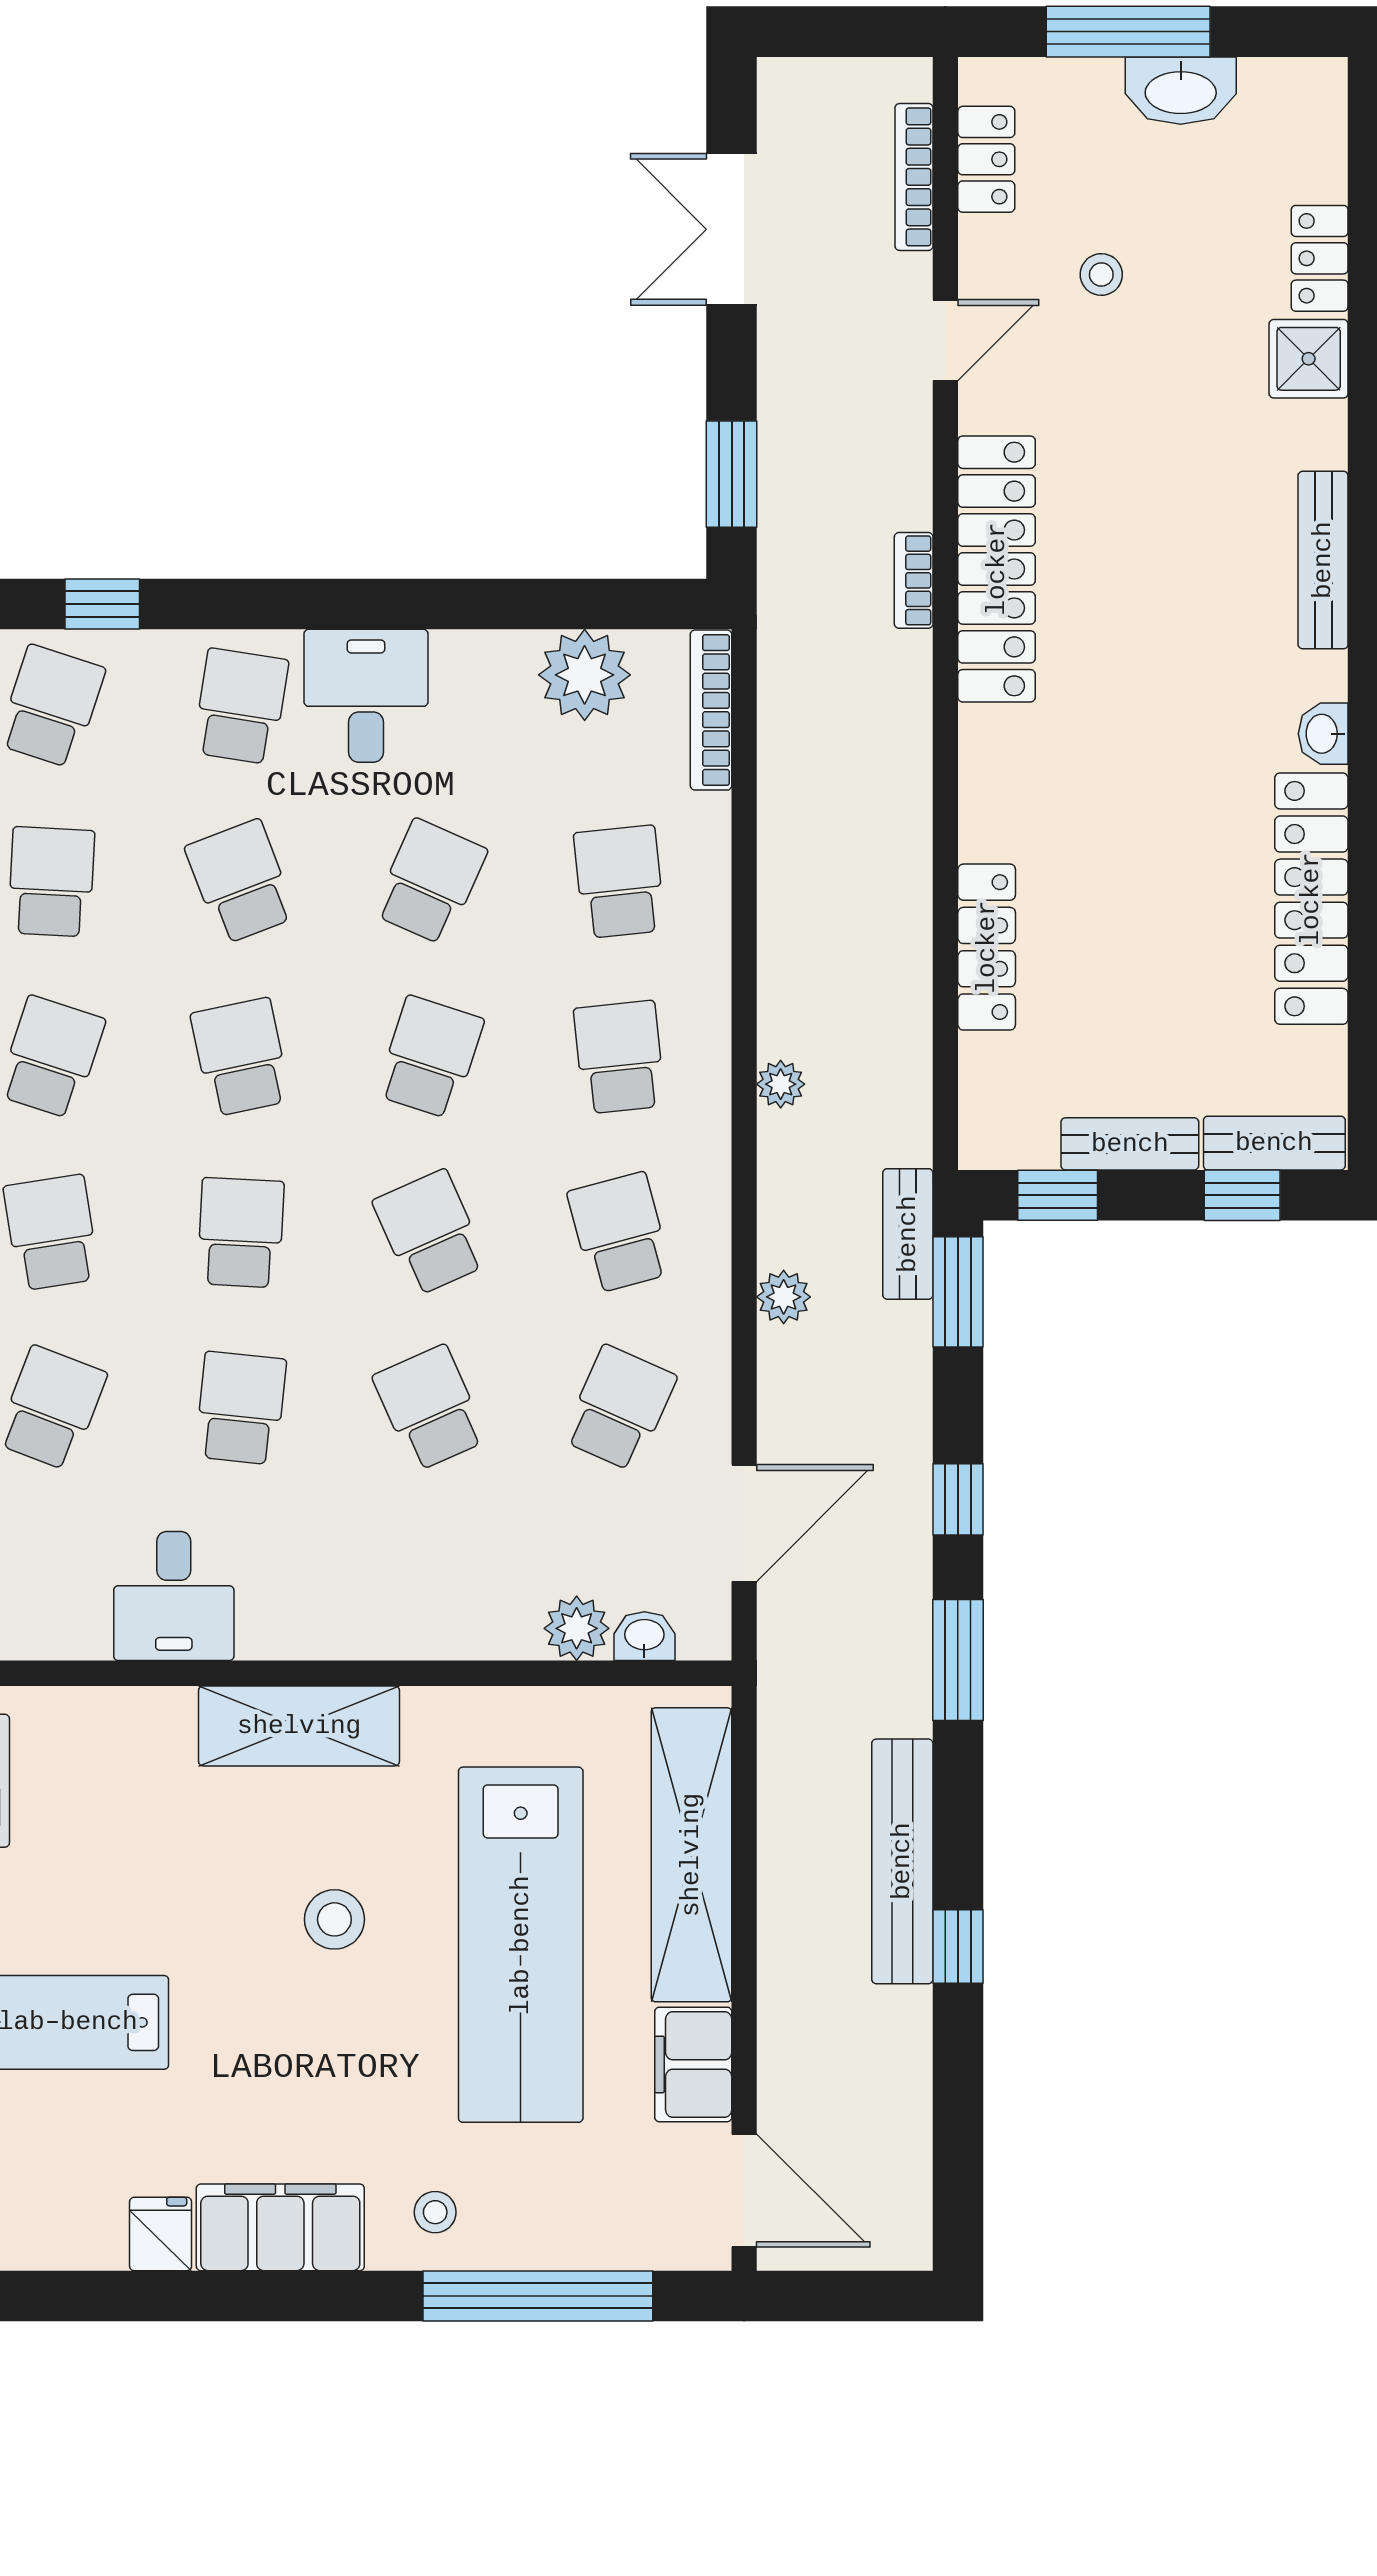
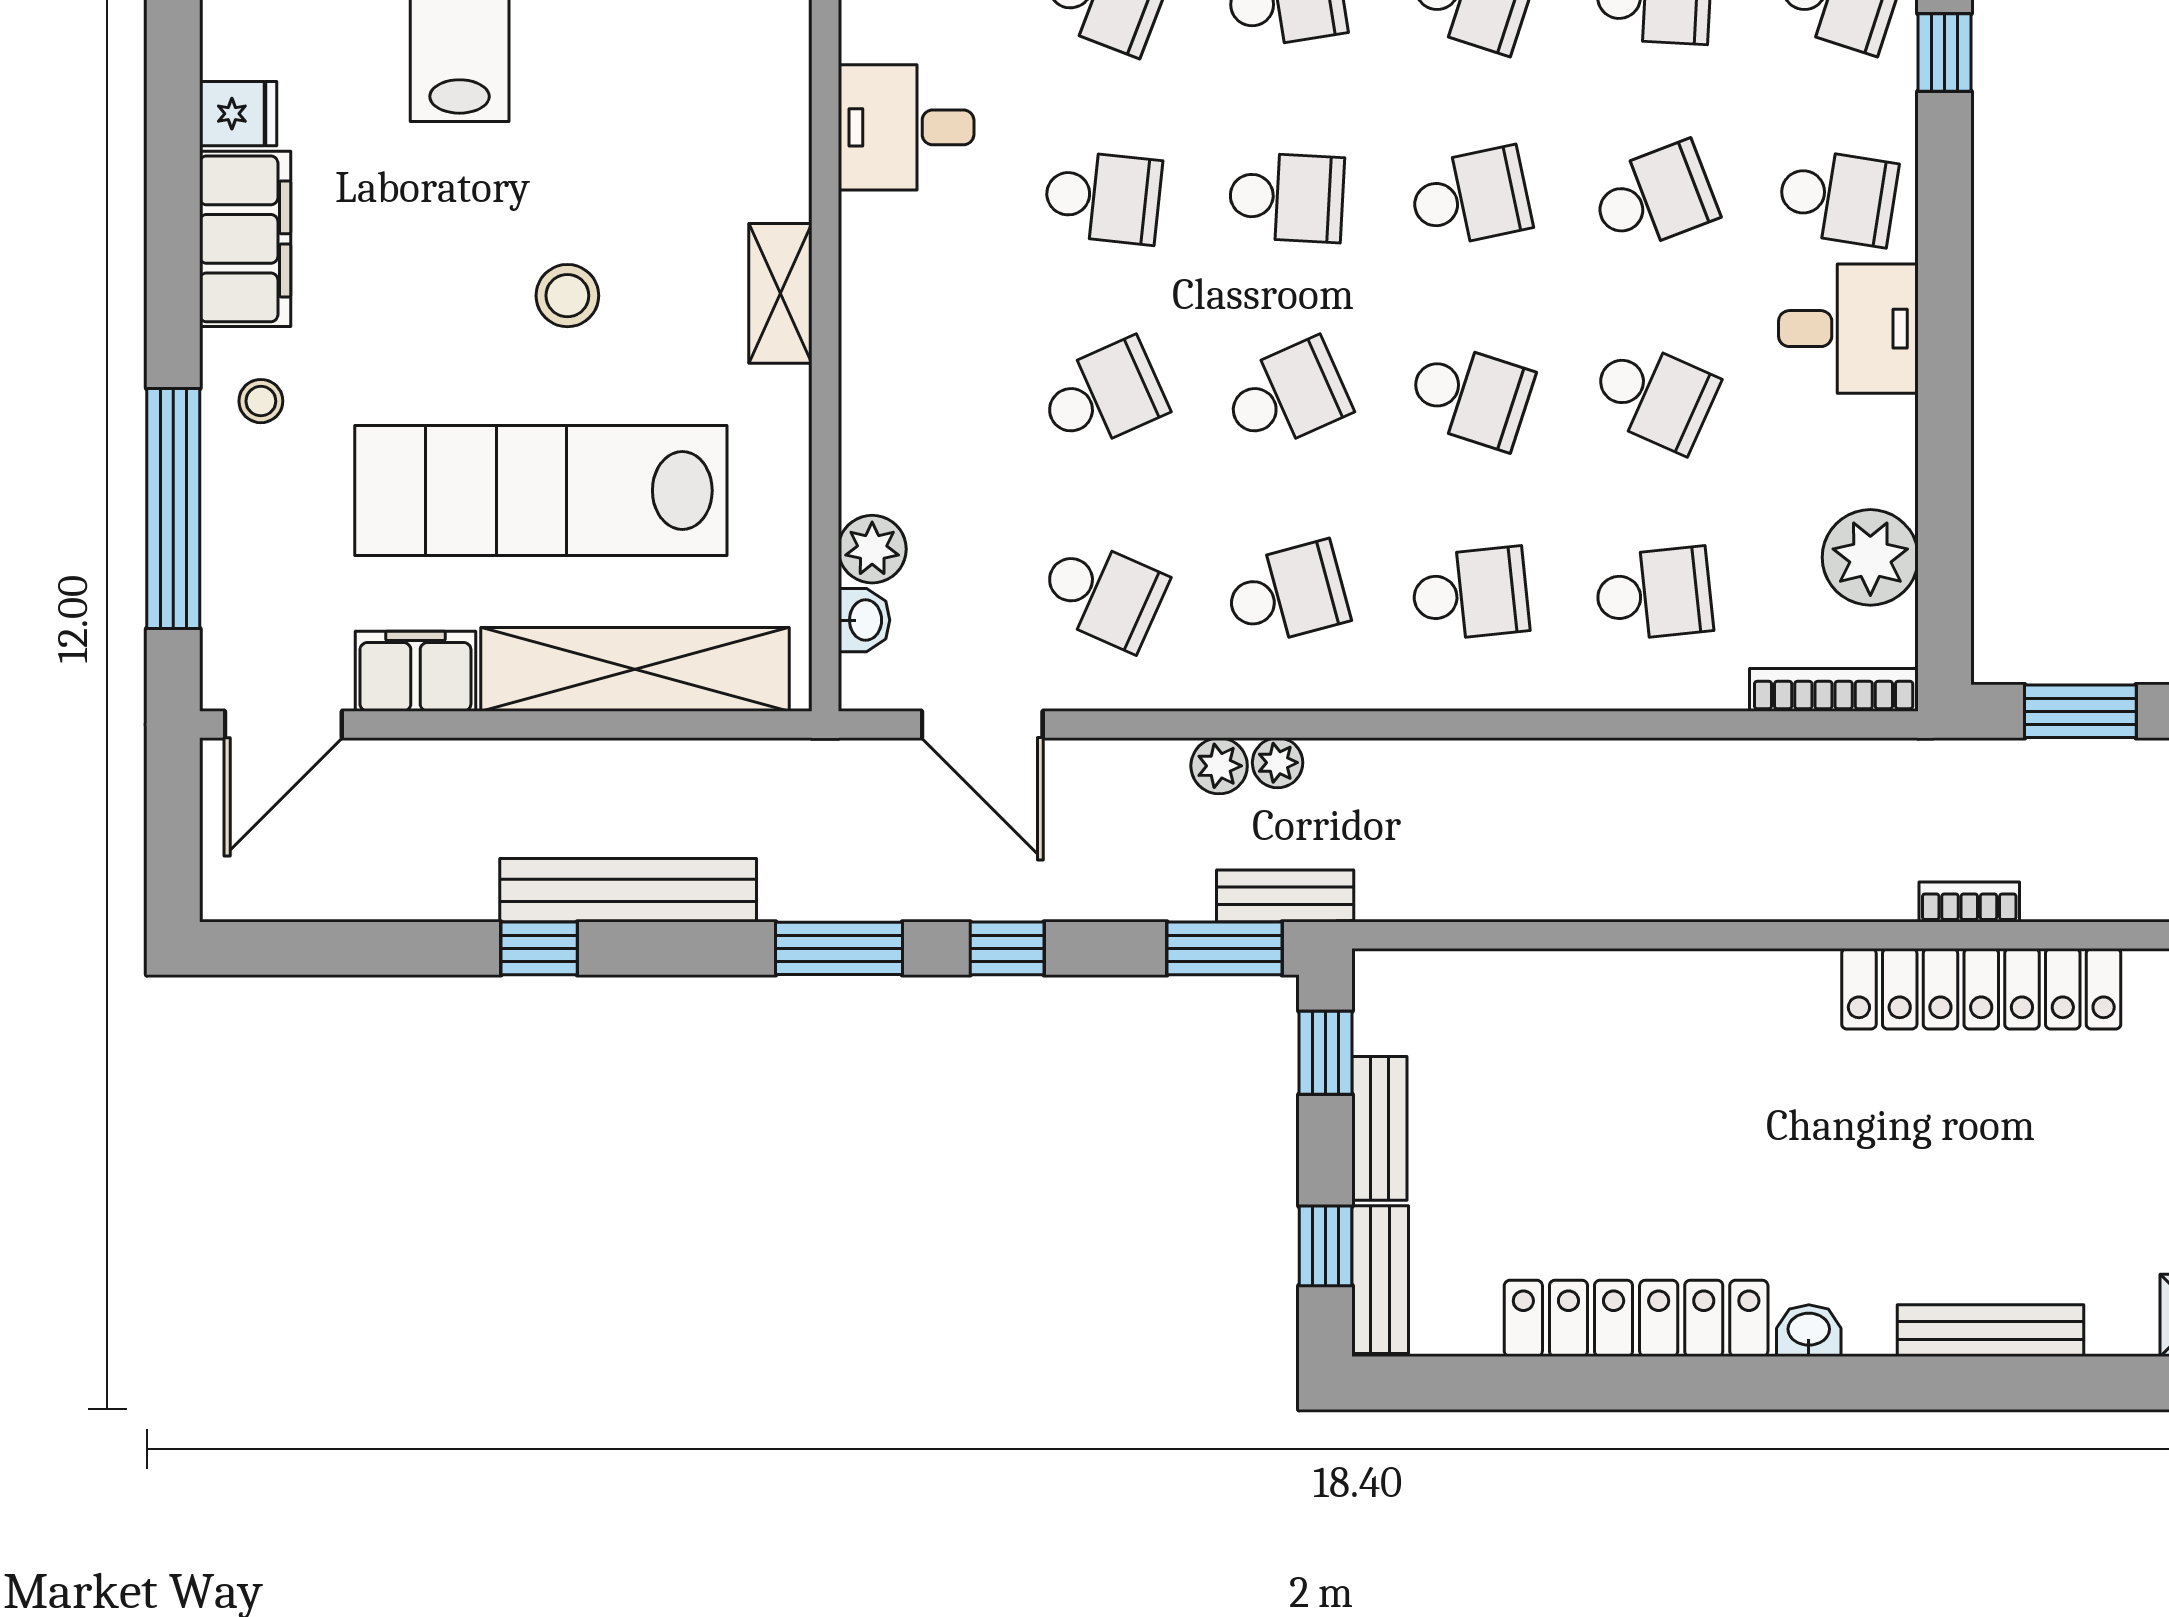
locker: (987, 947) -> (1585, 978), removed
plant: (781, 1084) -> (1278, 763), moved
shelving: (299, 1726) -> (780, 293), width x0.67, depth x0.75

